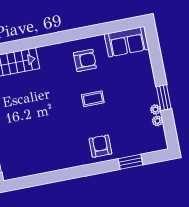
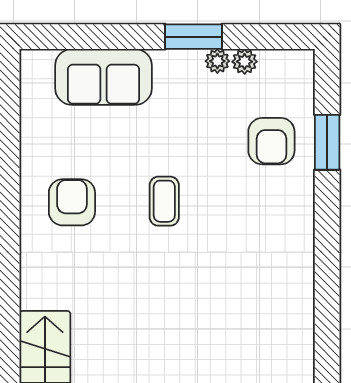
sofa: (127, 42) -> (104, 77), moved, turned 90
armchair: (100, 146) -> (271, 141), moved, turned -90

